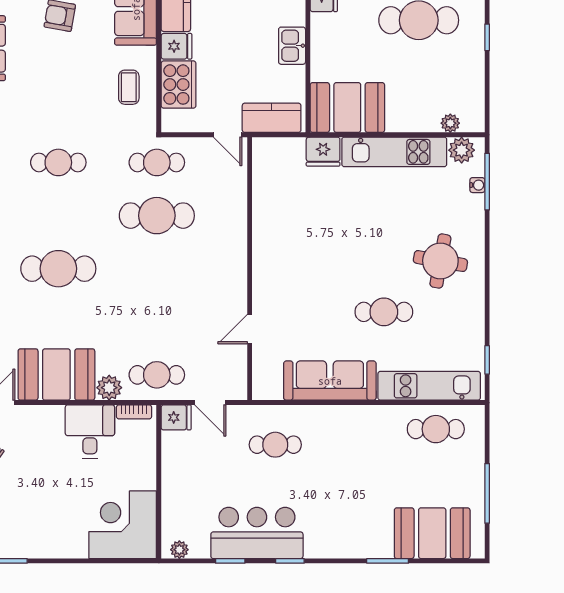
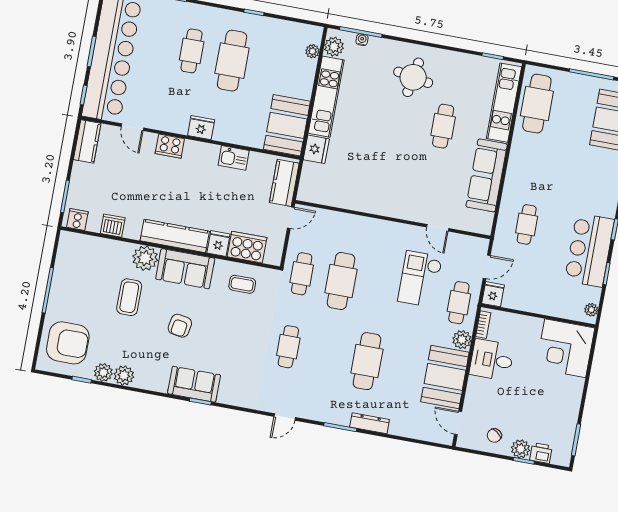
checkout: (178, 318) -> (420, 279), added
cafe table: (436, 429) -> (537, 104), width x1.37, depth x1.35

